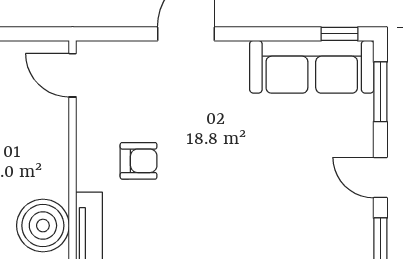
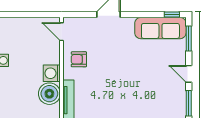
armchair: (139, 161) -> (79, 59), moved, turned 180
washing machine: (49, 176) -> (52, 73), added

